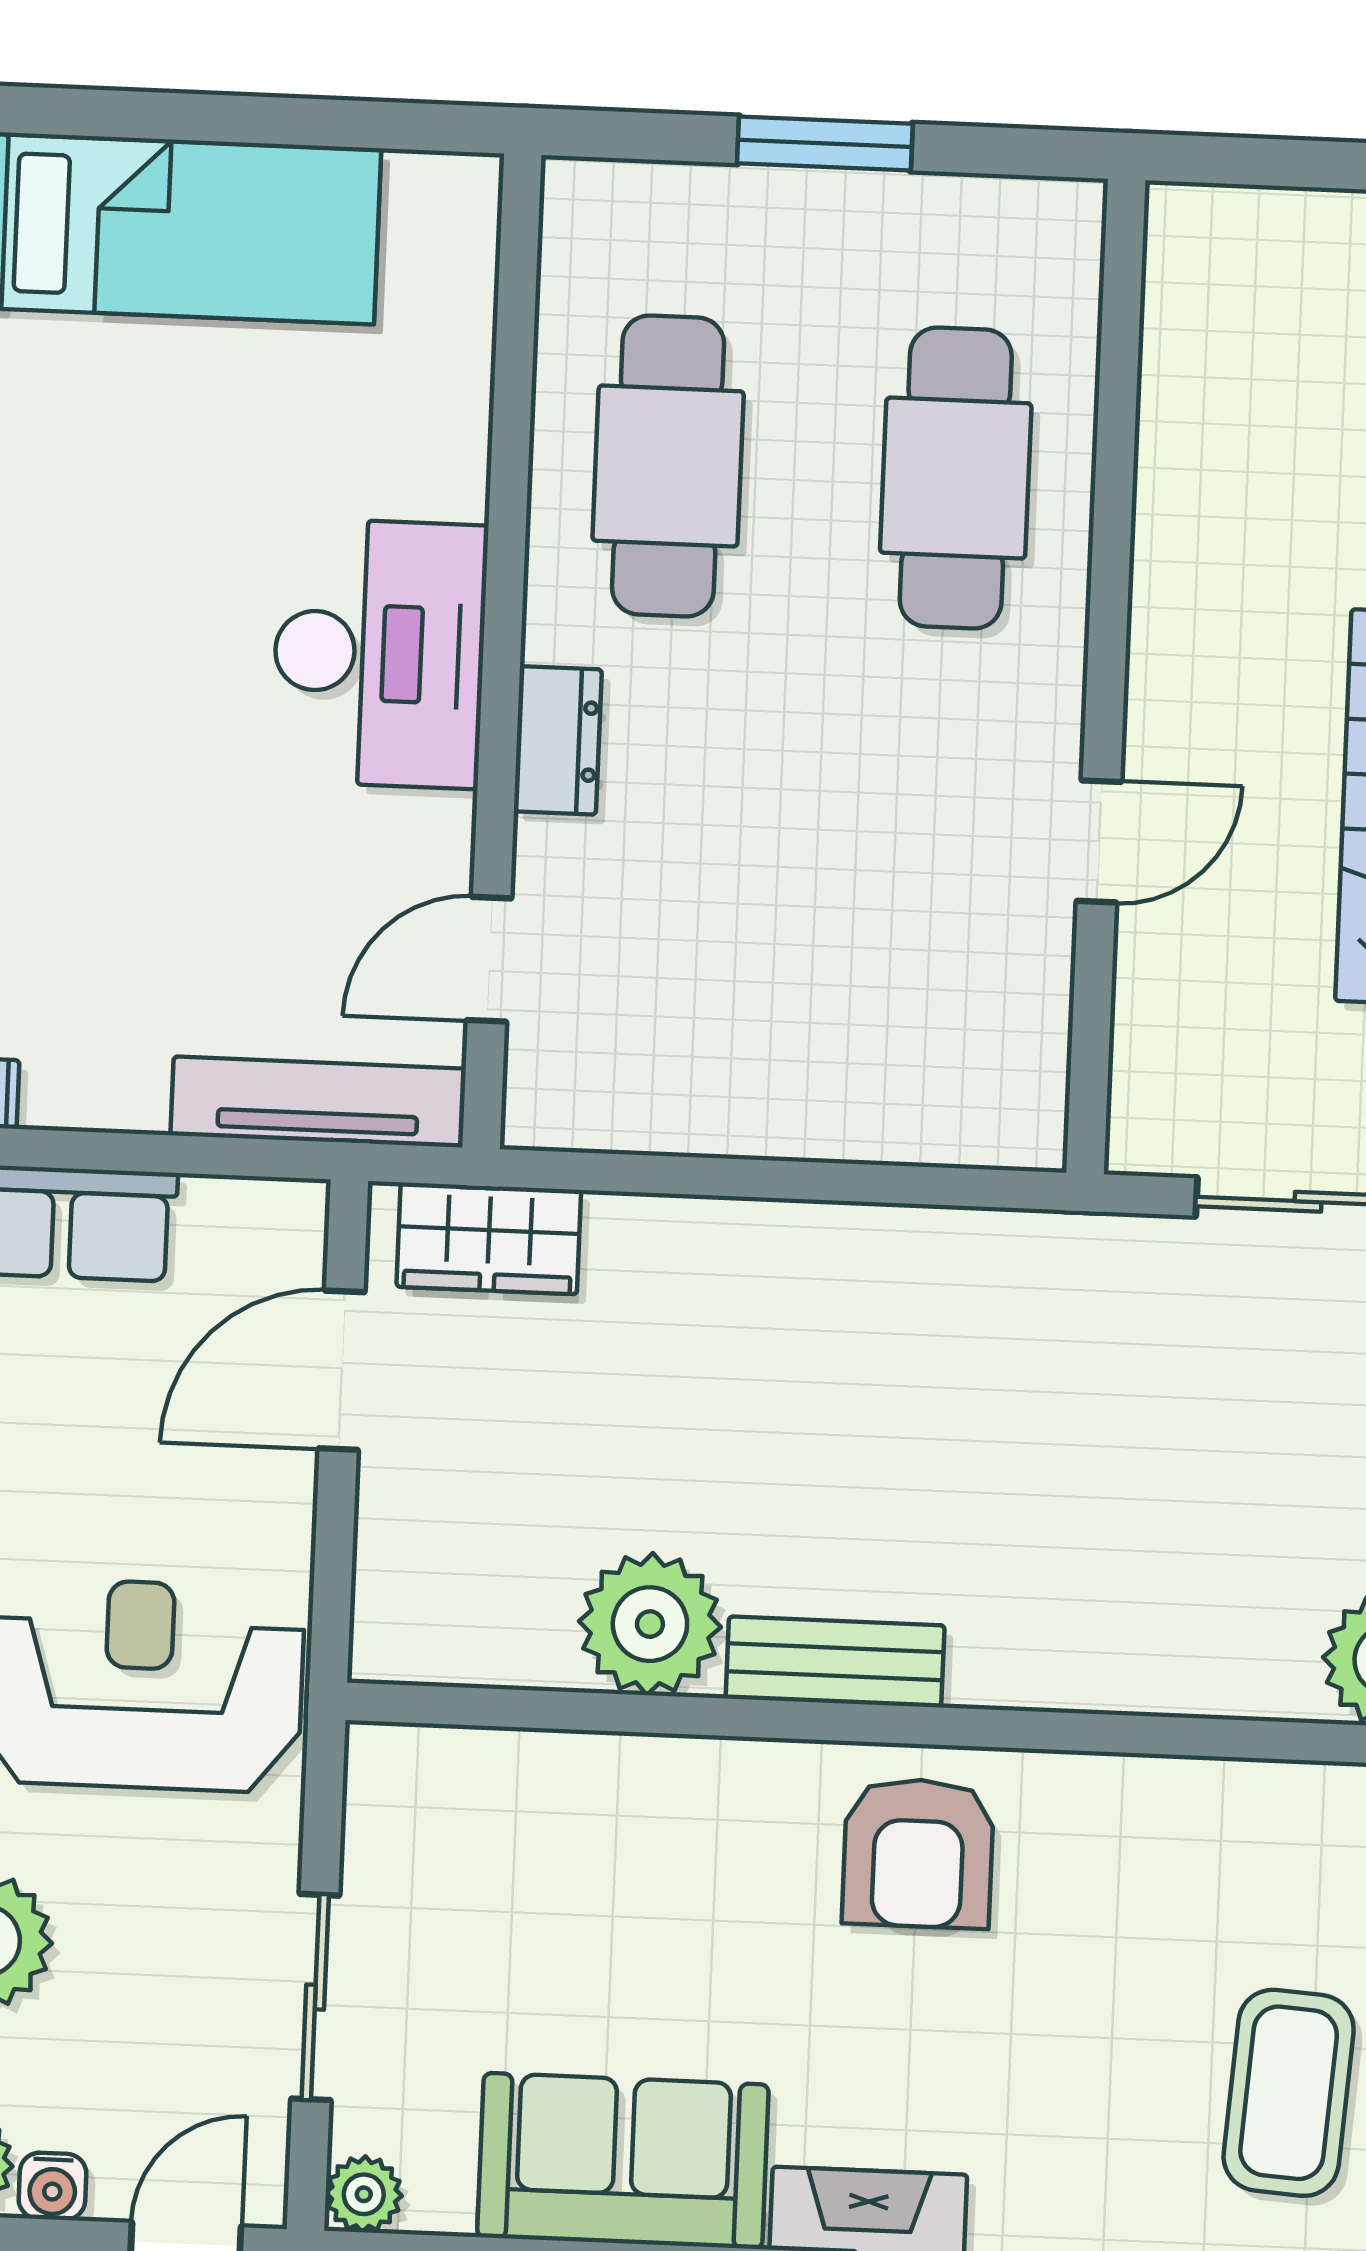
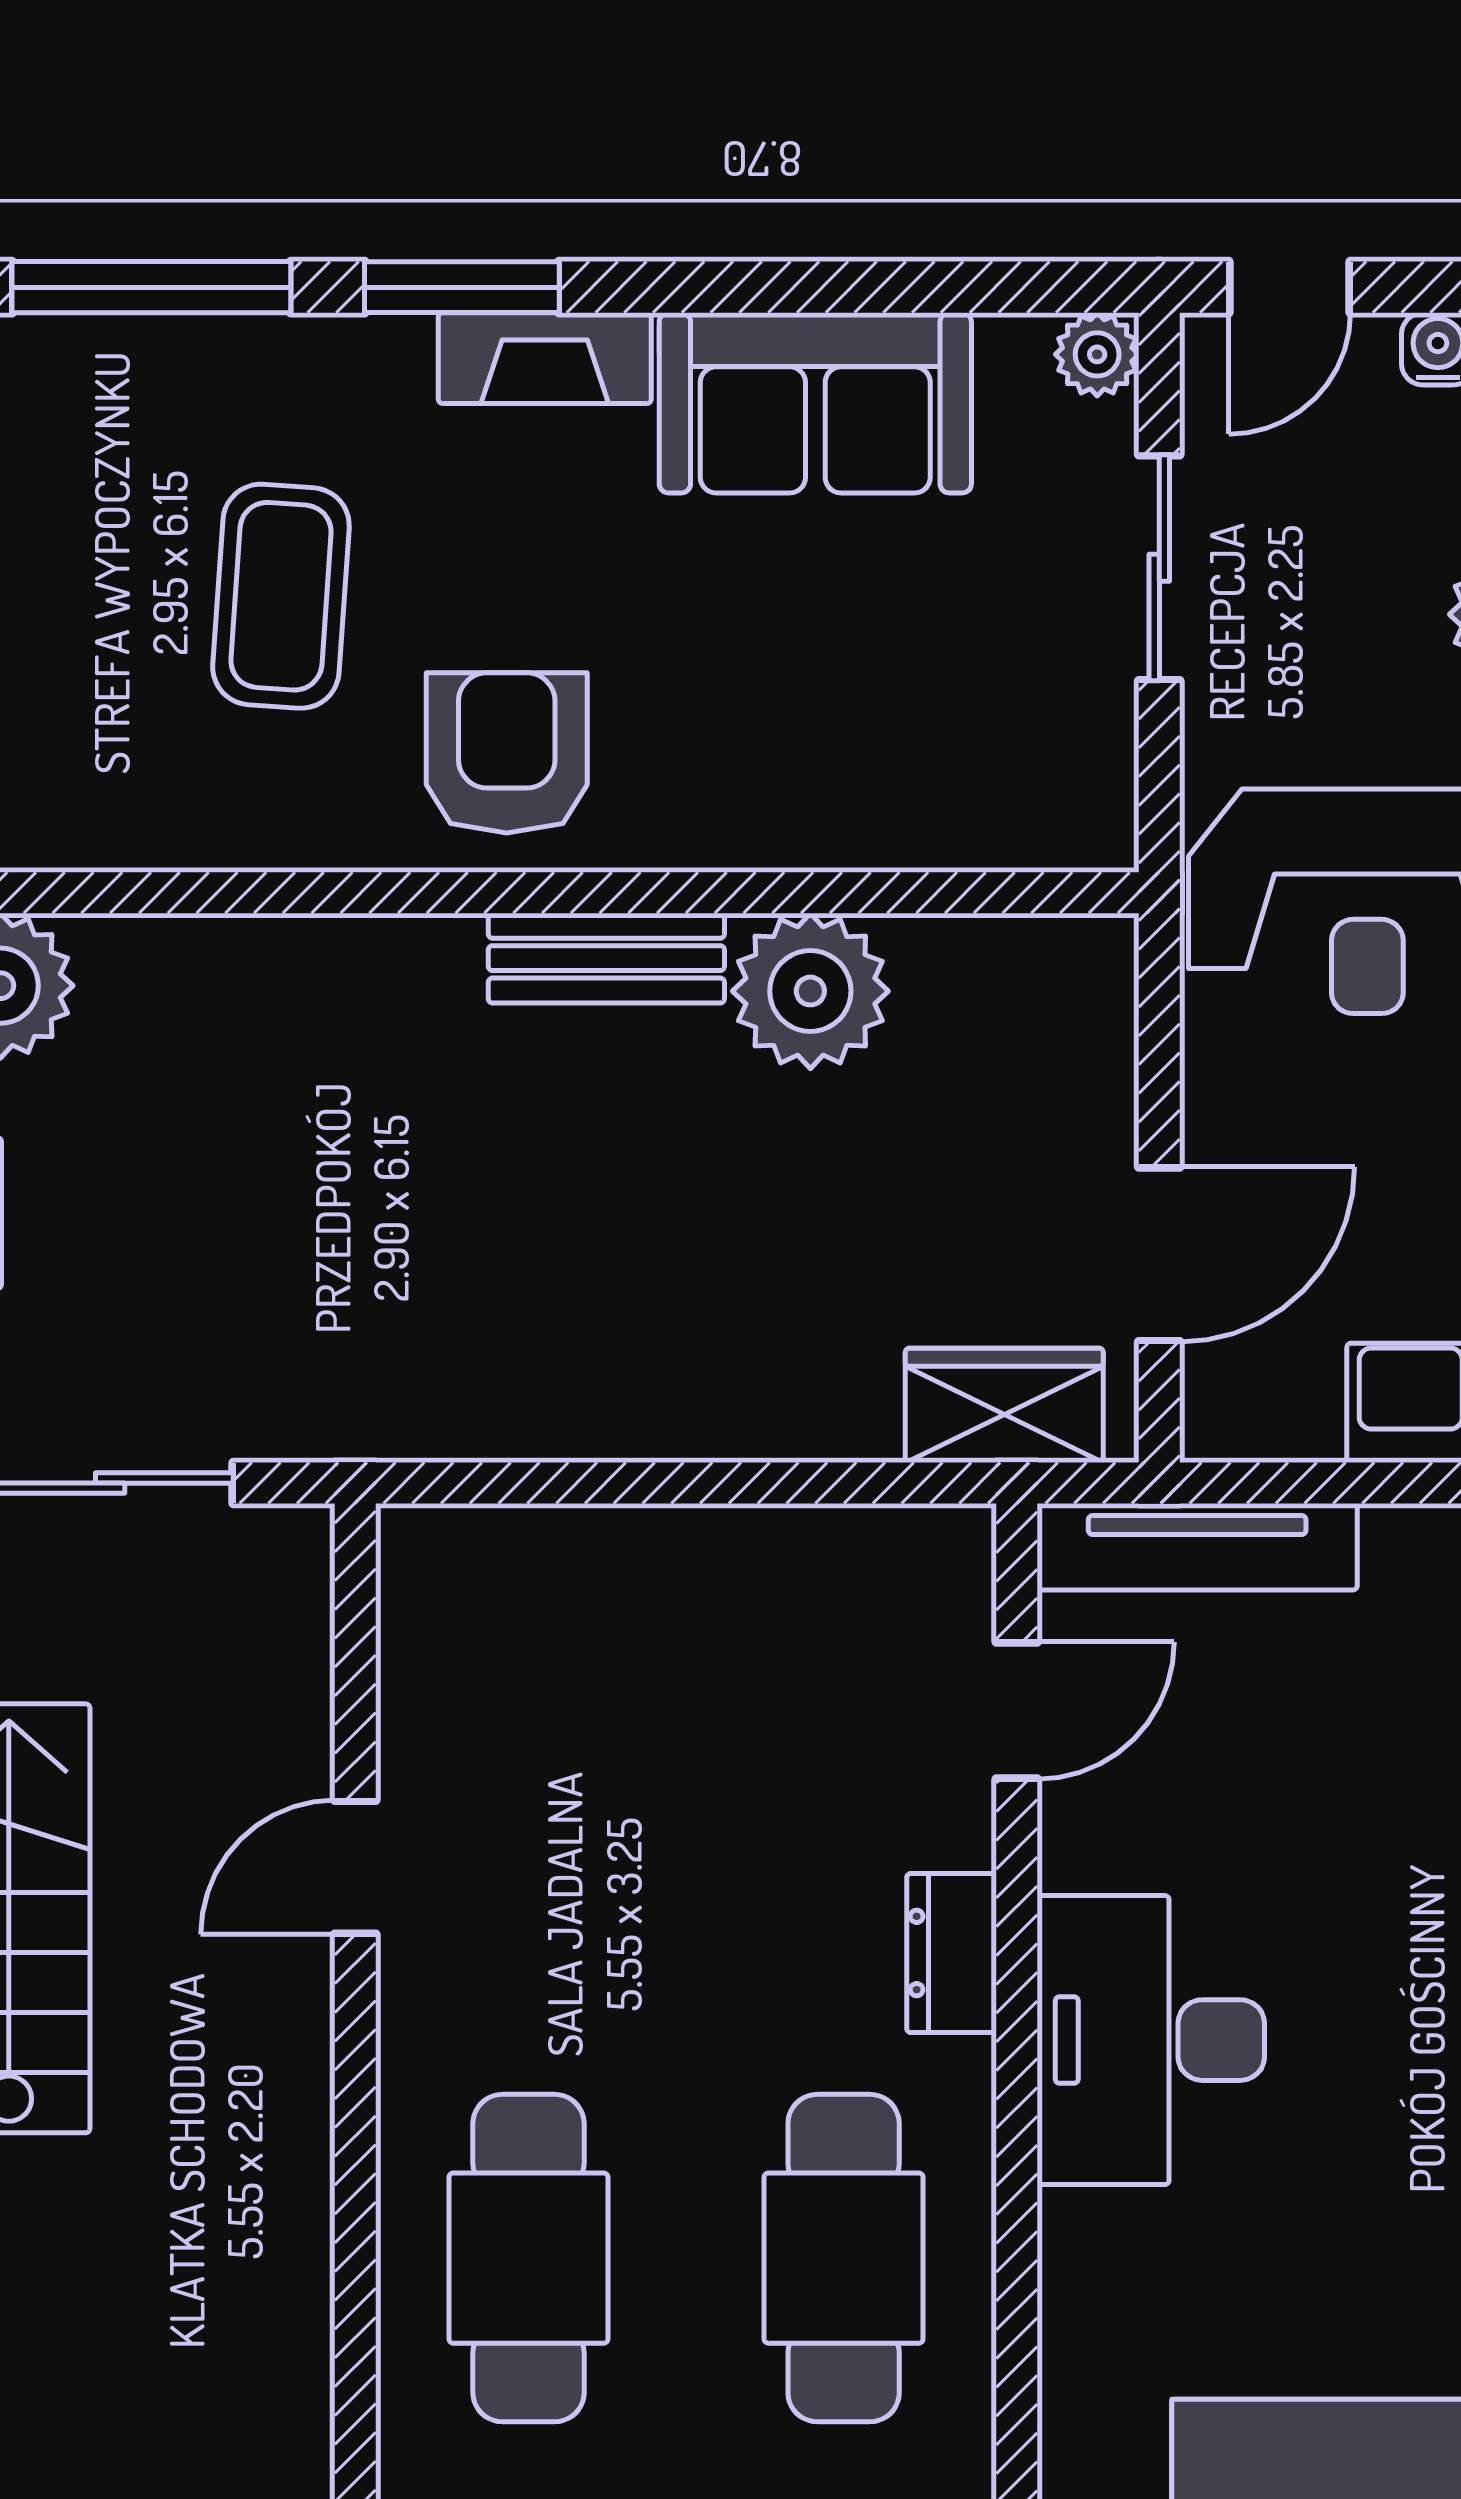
coffee table: (1289, 2093) -> (281, 596), moved

